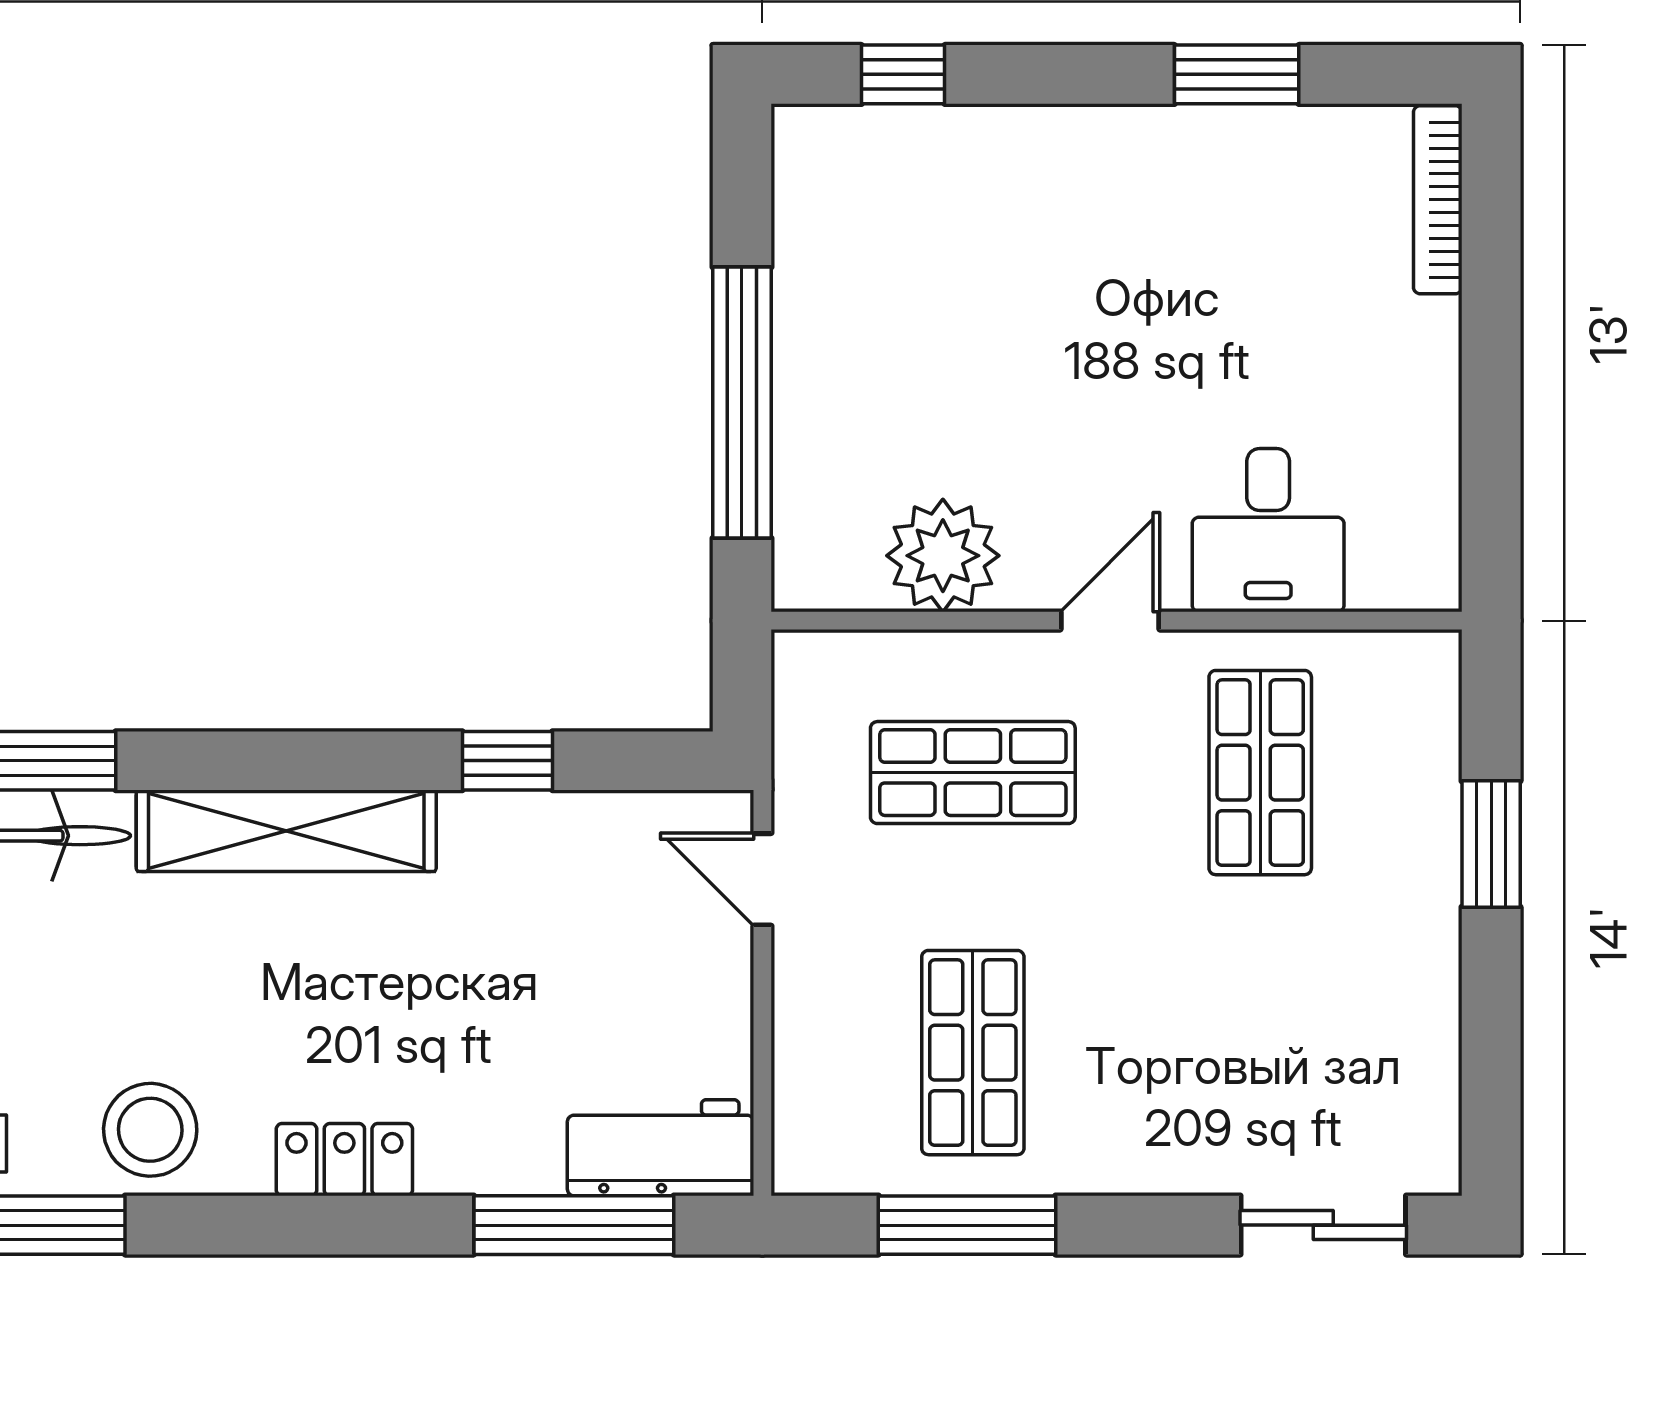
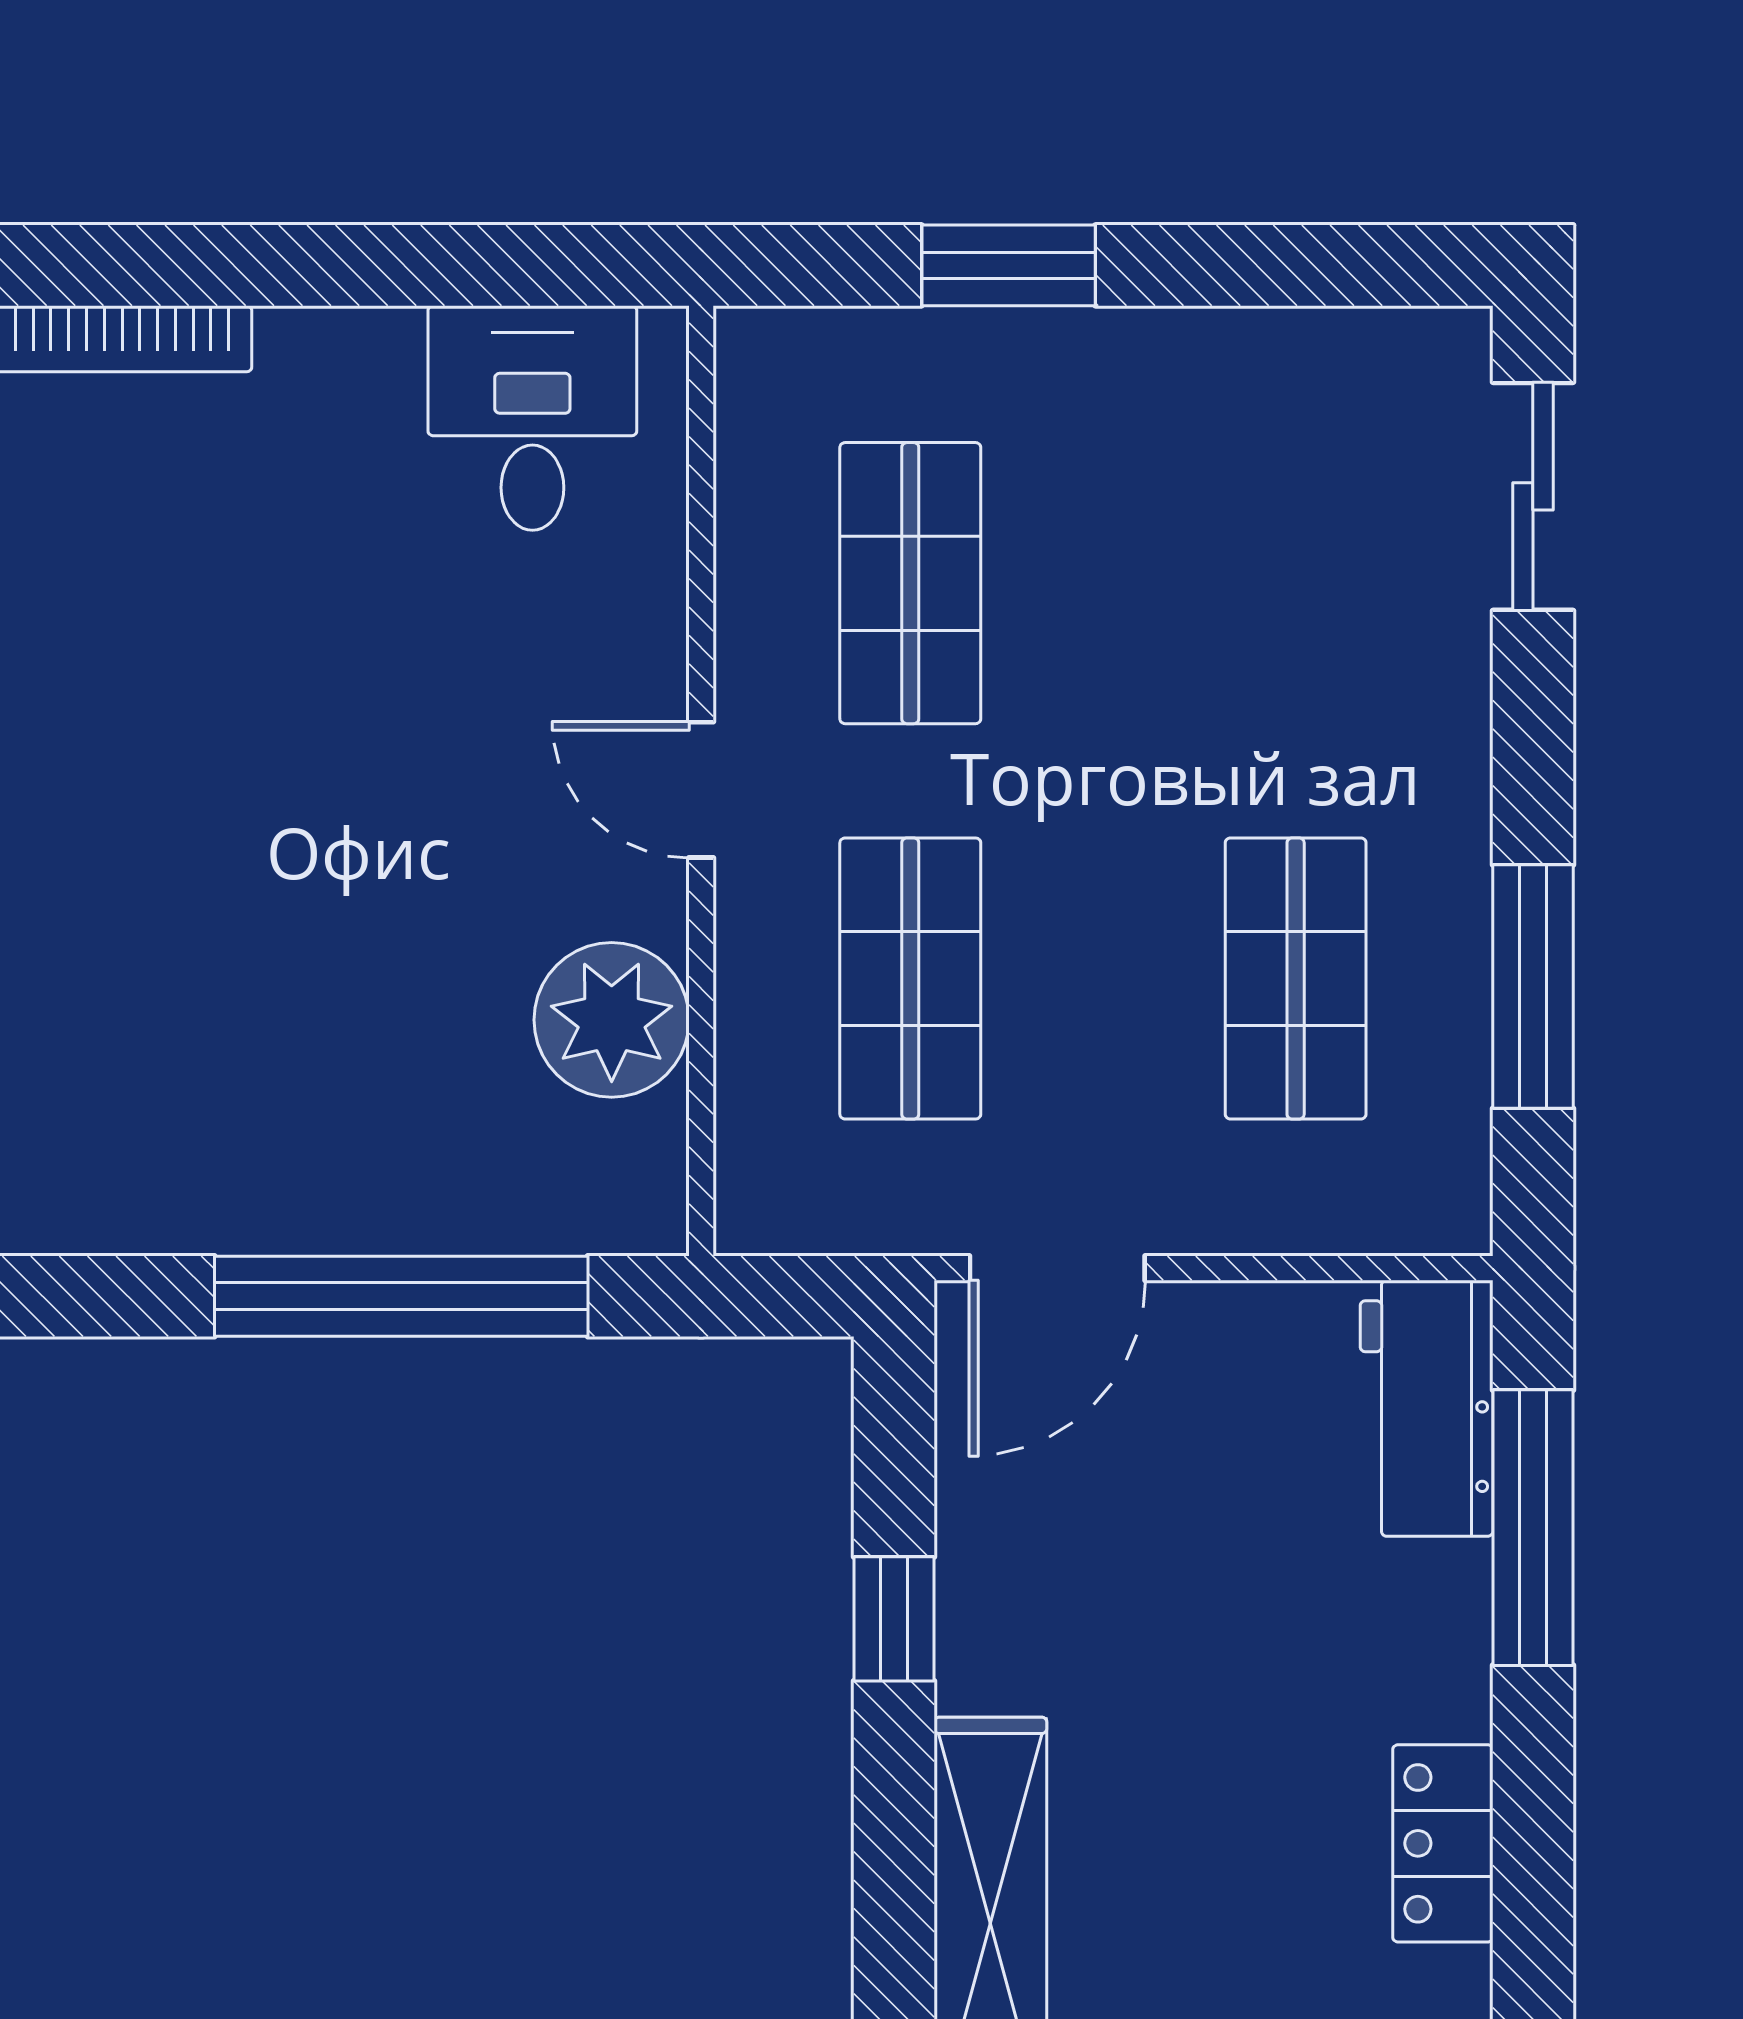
desk: (1268, 530) -> (532, 418), moved, turned -90
shop shelf: (1260, 773) -> (910, 583), turned 90
door: (762, 879) -> (1057, 1268), width x1.38
shop shelf: (973, 1053) -> (1296, 978), turned 90

